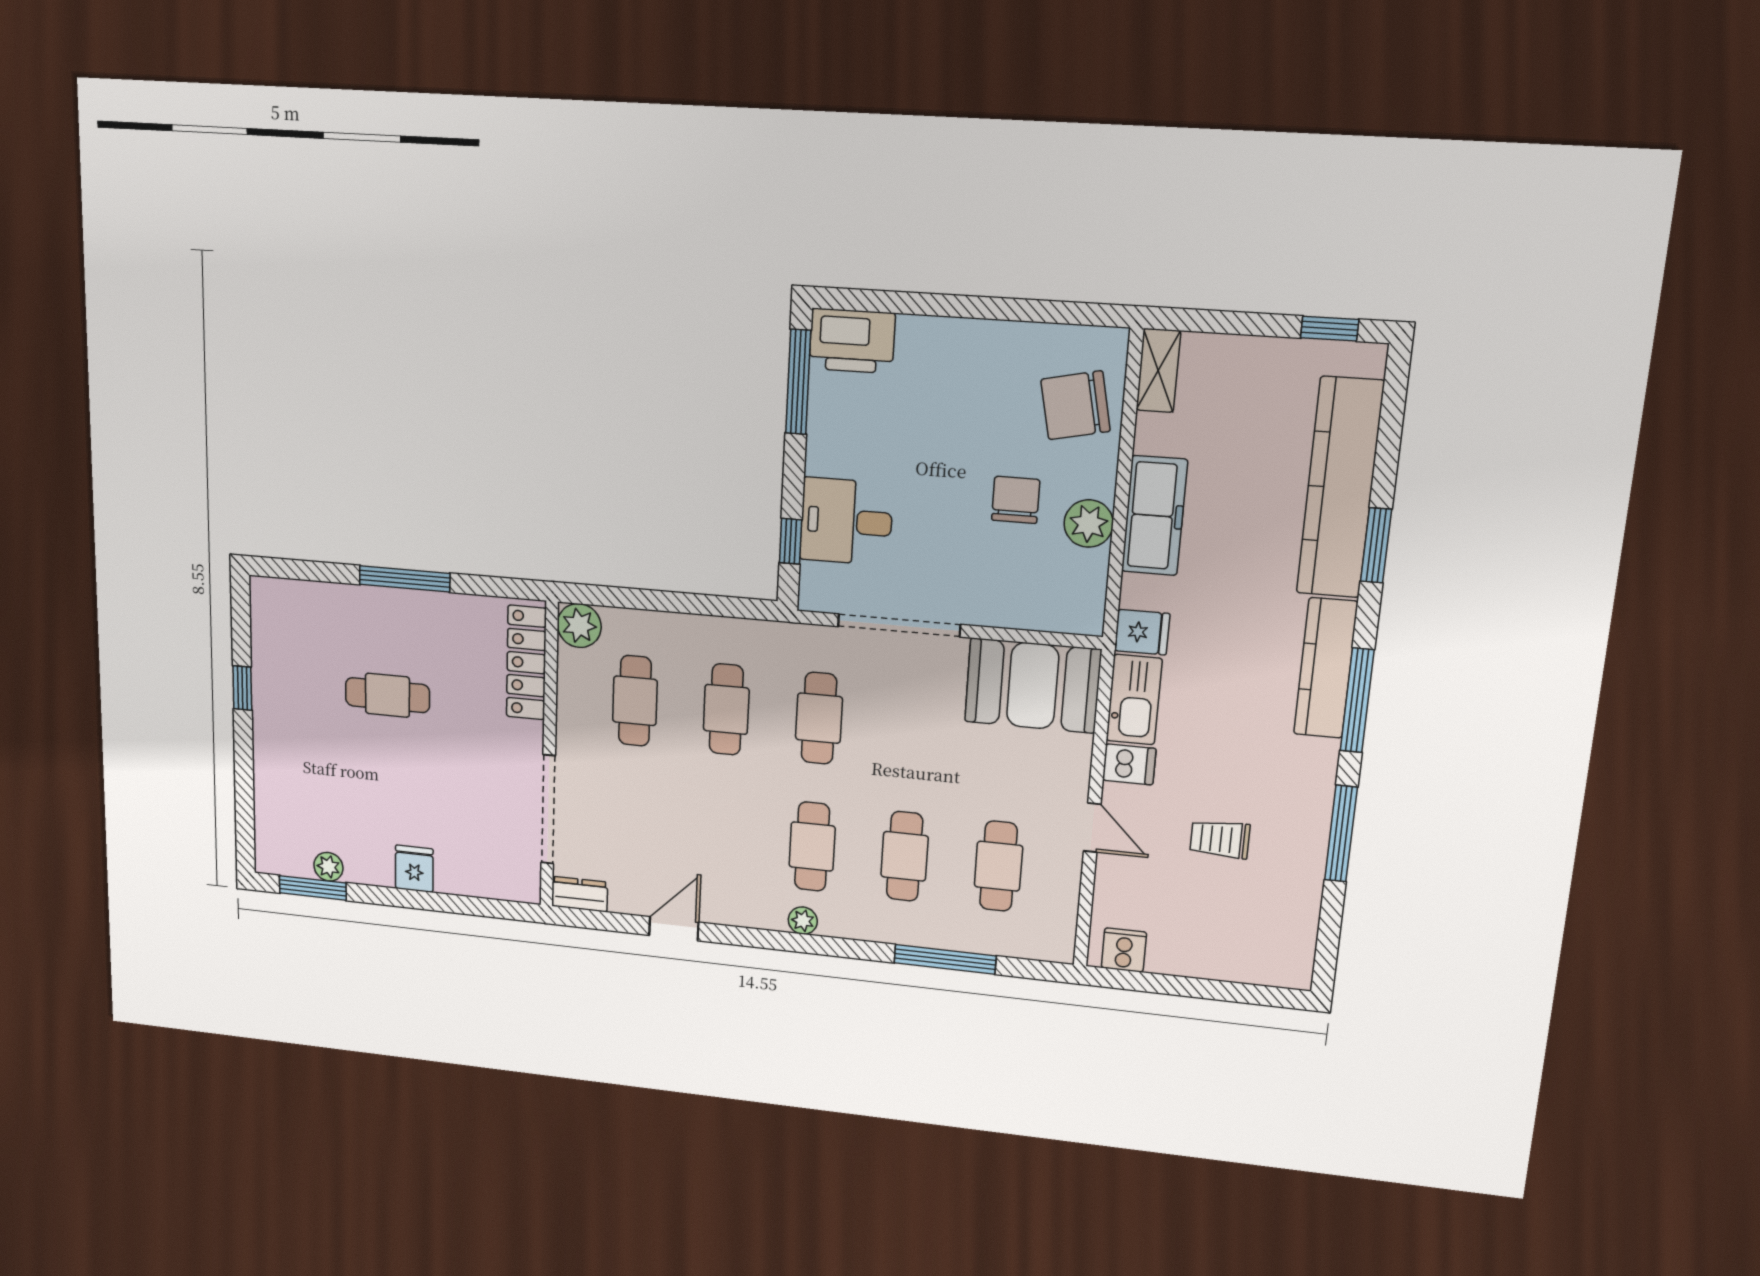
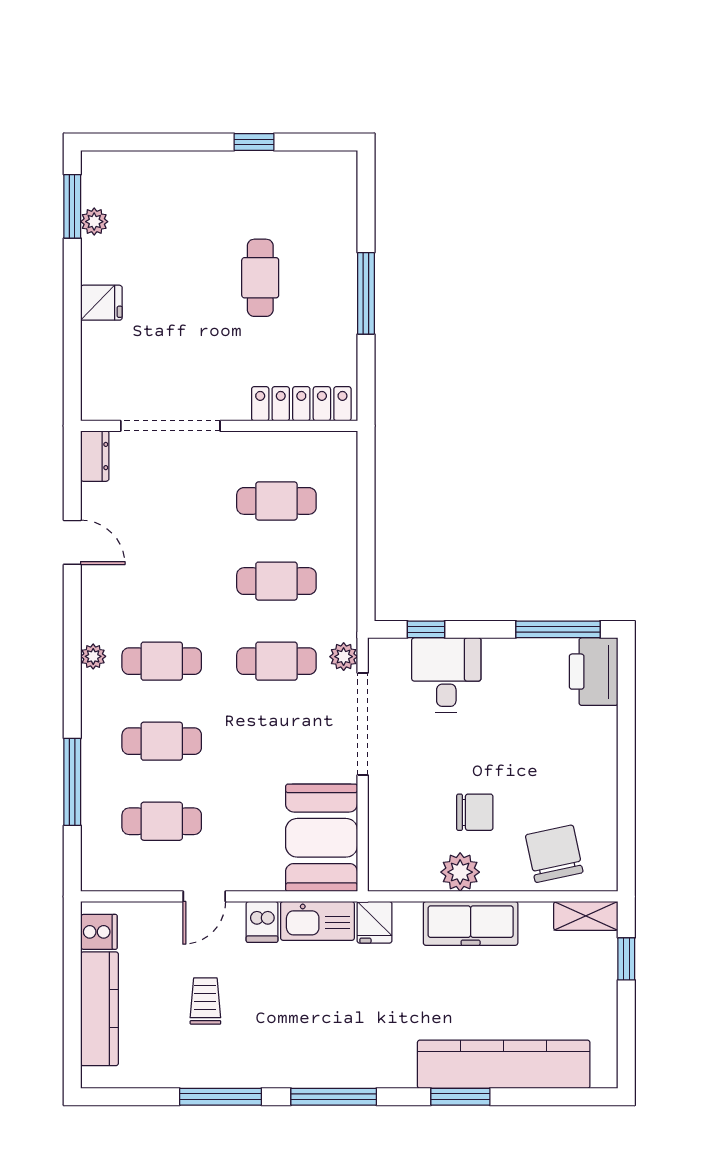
window: (1330, 329) -> (626, 959), moved
plant: (579, 626) -> (344, 657), moved, width x0.73, depth x0.73
kitchen counter: (1326, 668) -> (99, 1009), moved, turned 90

